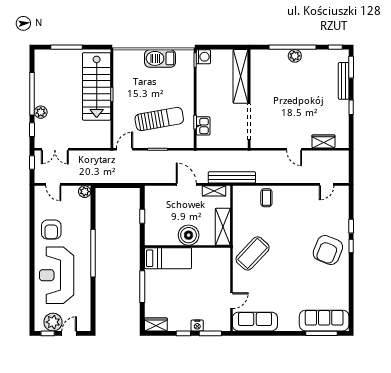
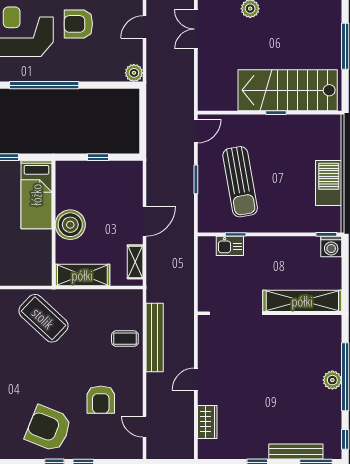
door: (125, 149) -> (196, 131), hinge flipped
bench: (232, 177) -> (155, 338), moved
armchair: (308, 214) -> (101, 400), added

